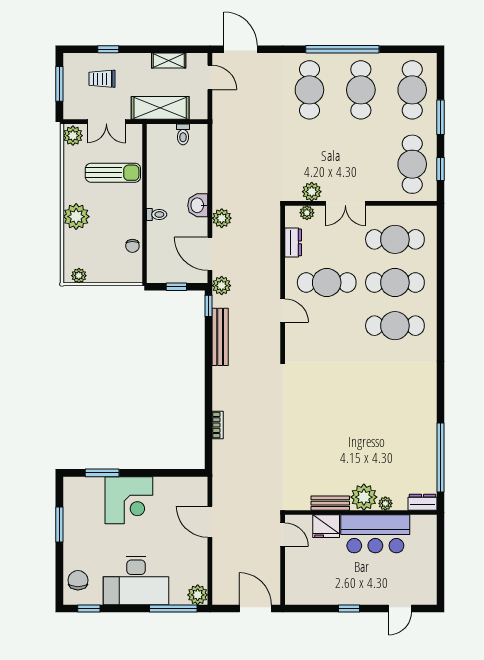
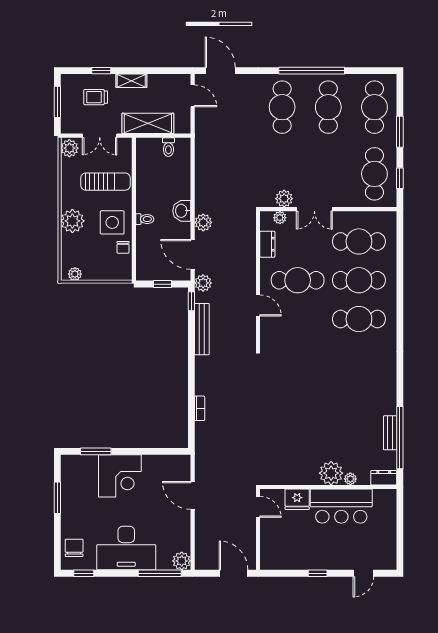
shelving: (169, 61) -> (131, 81), moved
side table: (120, 218) -> (112, 222), added
bench: (330, 503) -> (390, 433), moved, turned 90

